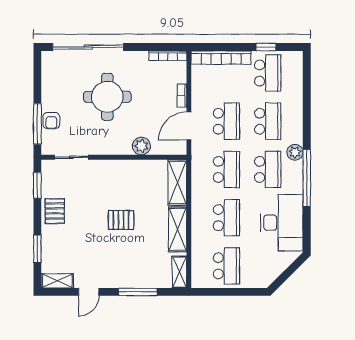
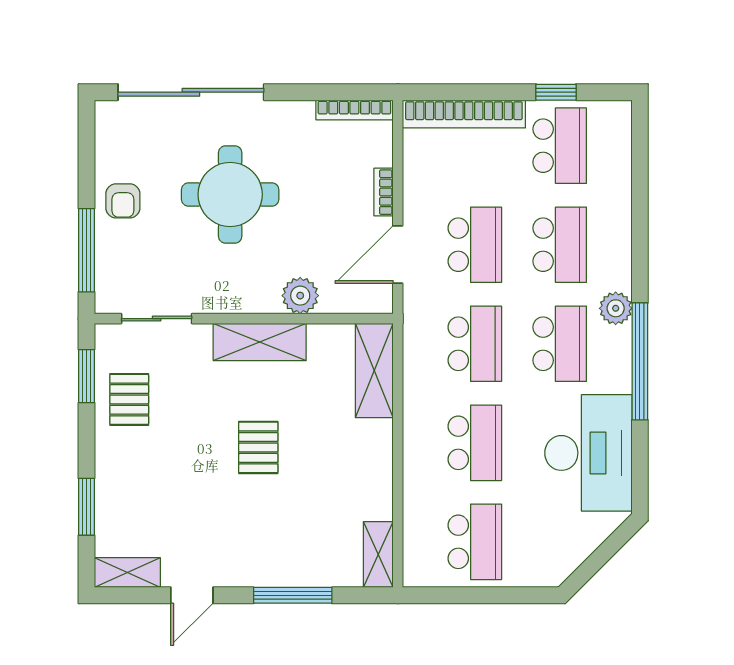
armchair: (51, 121) -> (123, 201), moved
pallet: (55, 211) -> (129, 399), moved
pallet: (121, 220) -> (258, 447), turned 90
shelving: (178, 229) -> (260, 342), moved, turned 90

